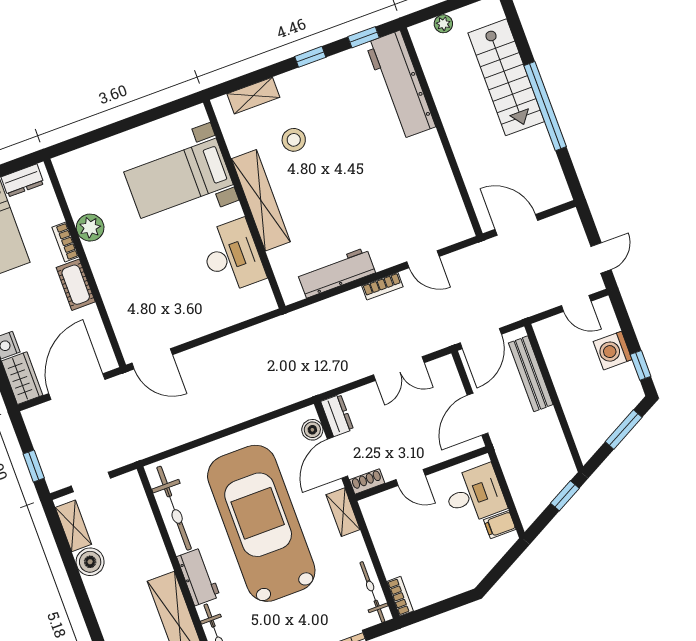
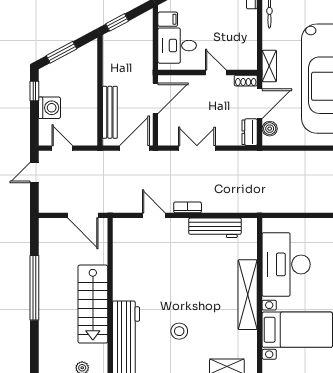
stairs: (506, 77) -> (93, 304), moved, turned 180
stool: (294, 140) -> (179, 331), moved
desk: (232, 256) -> (286, 264), width x1.36, depth x1.30

